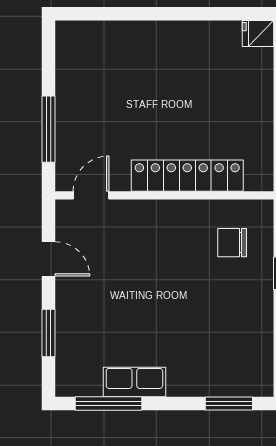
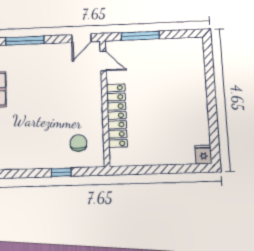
door: (49, 259) -> (81, 38), moved
window: (49, 333) -> (25, 41), width x1.44

